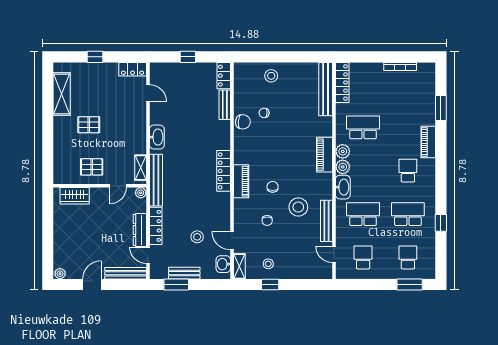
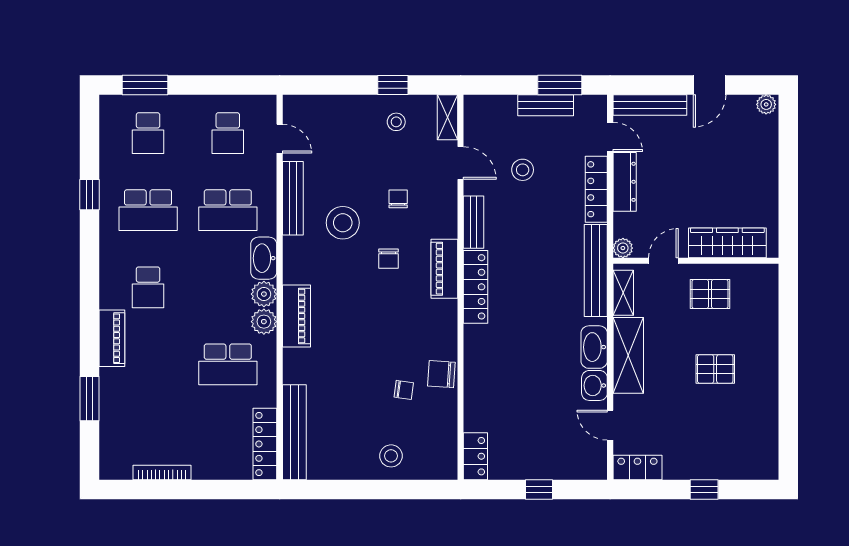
shelving: (62, 94) -> (628, 355), moved
bench: (225, 105) -> (473, 222), moved
wardrobe: (75, 196) -> (727, 243), width x1.50
washbasin: (223, 264) -> (594, 385), moved, turned 180

